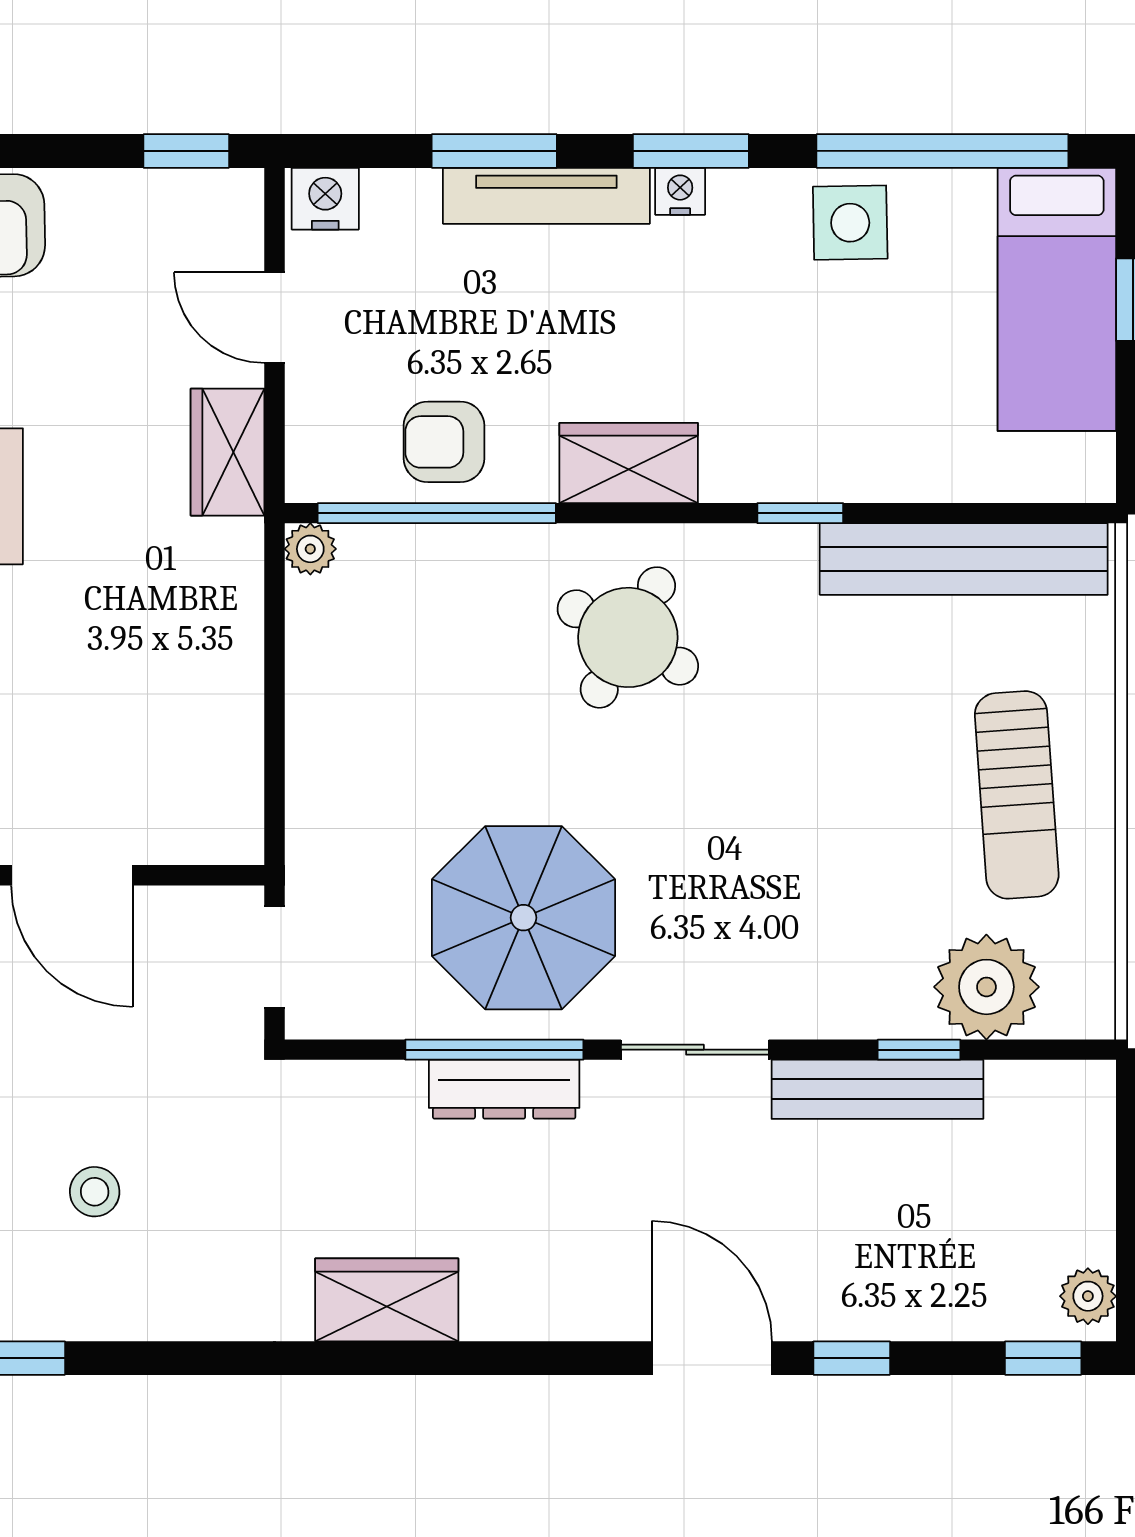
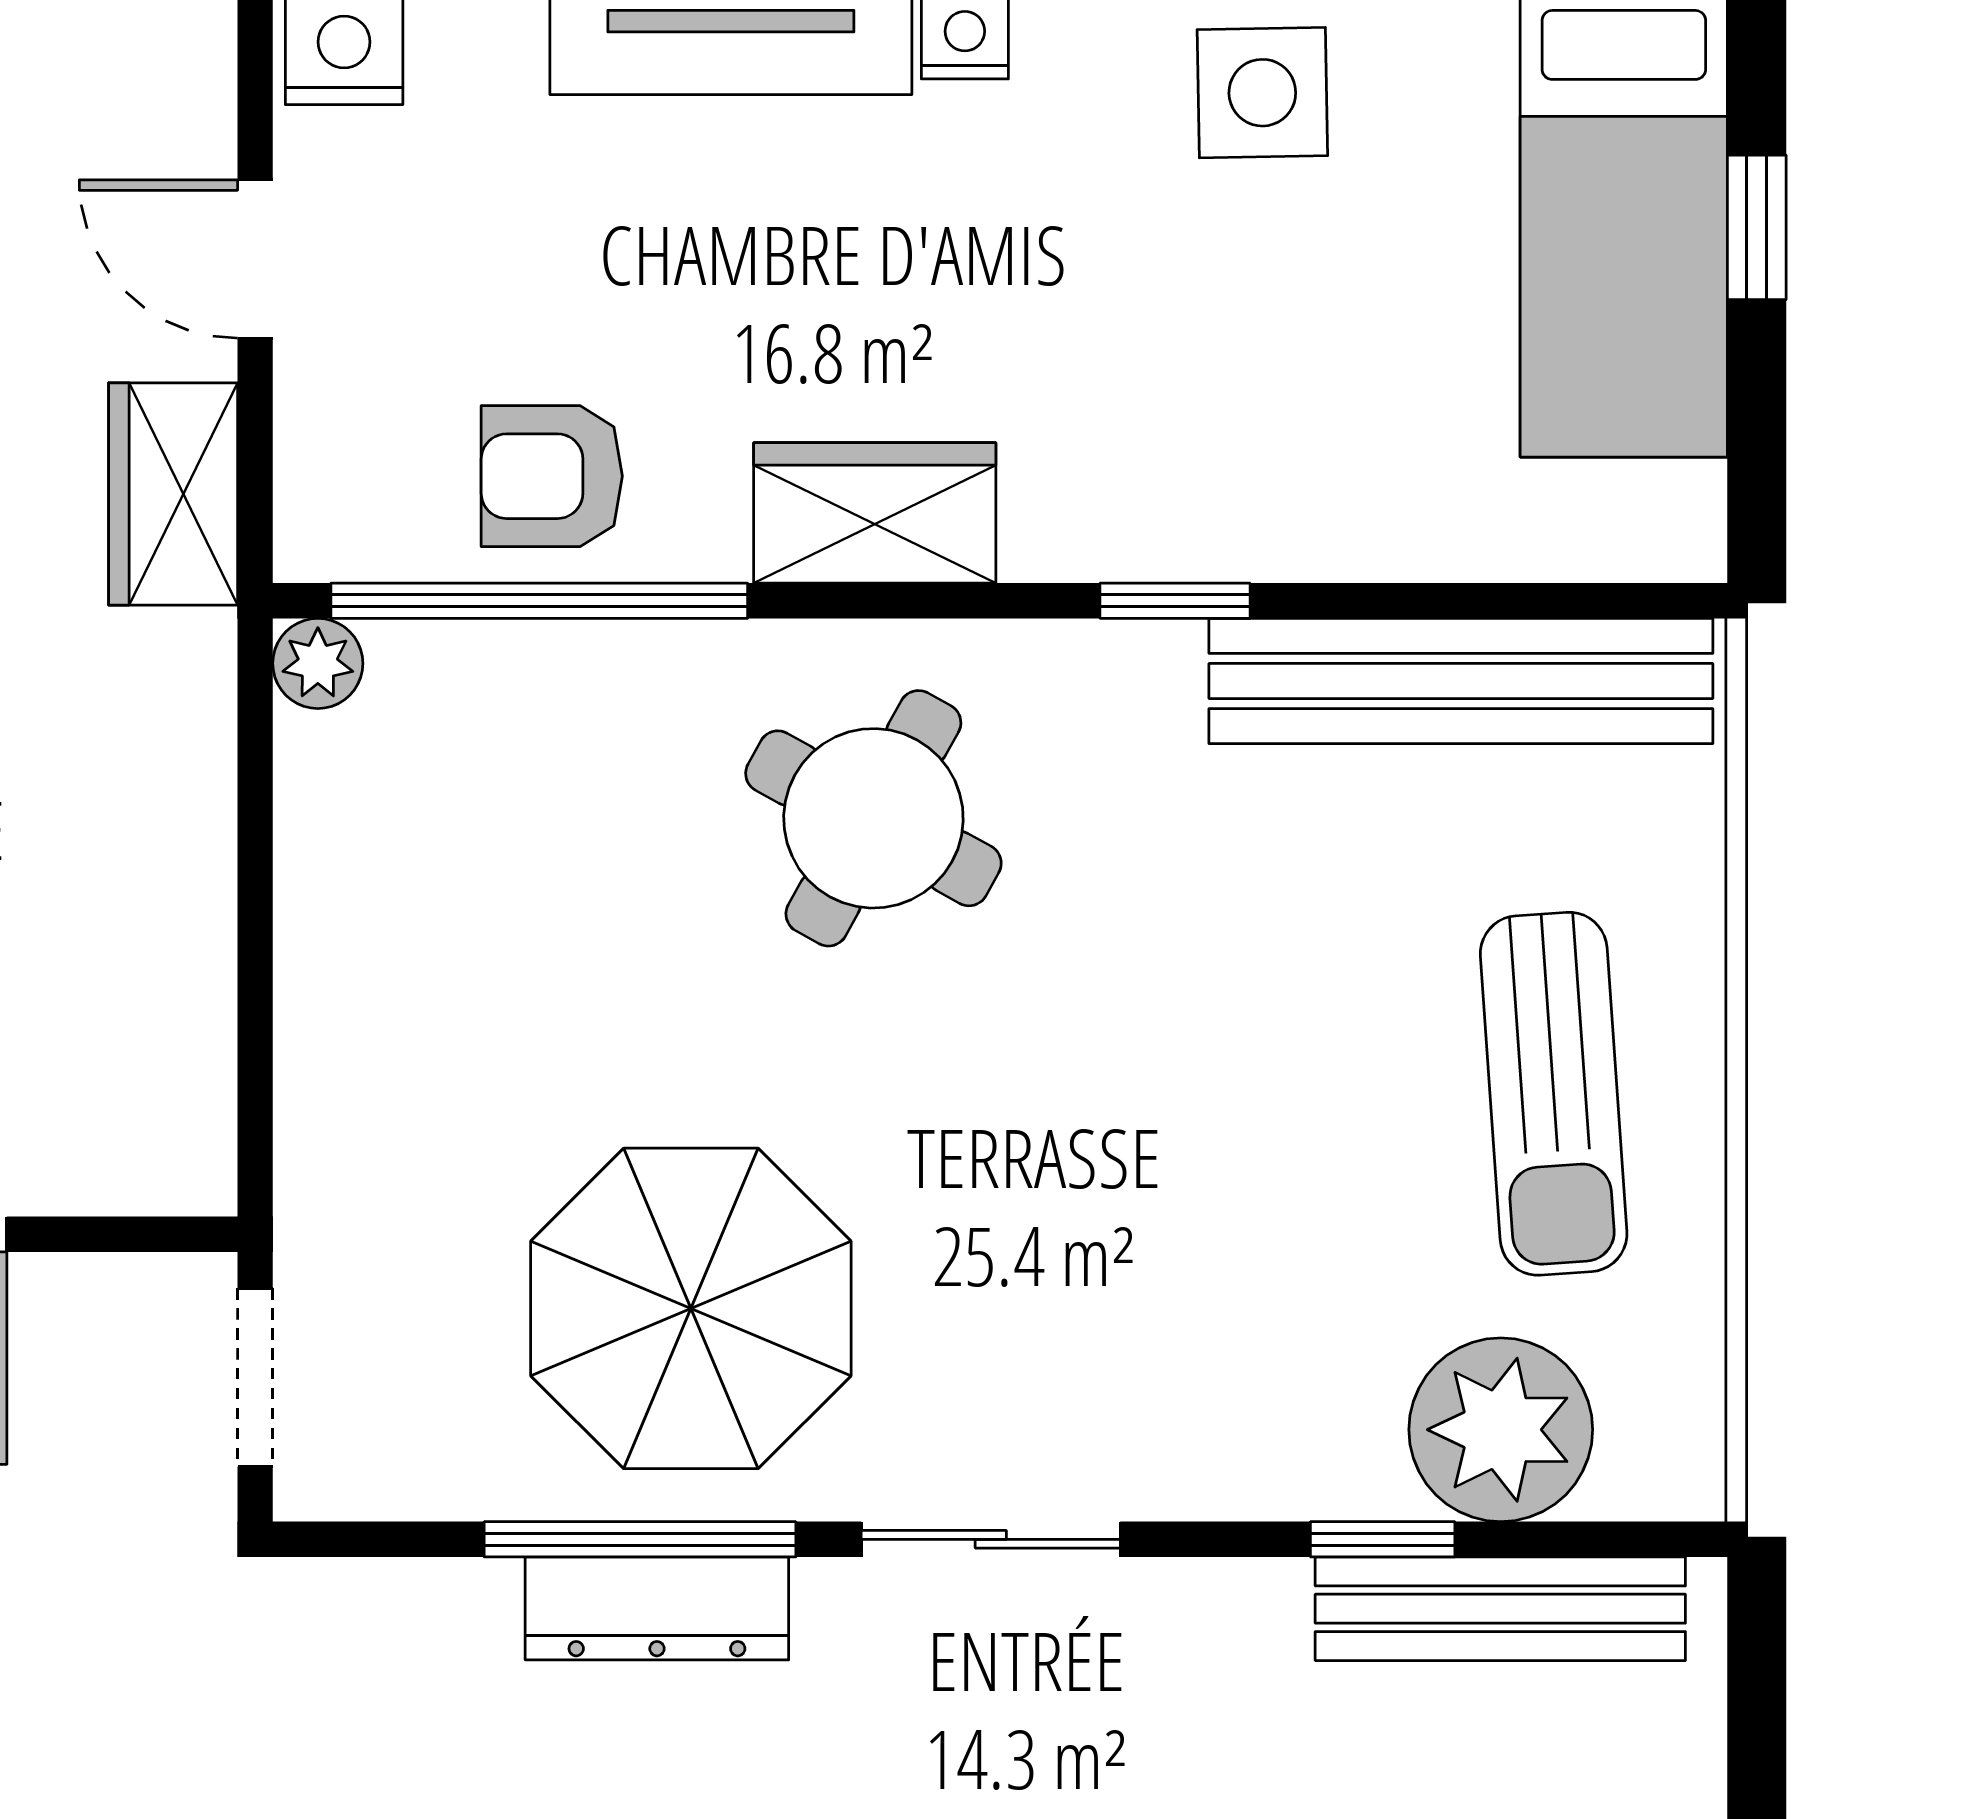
bench: (877, 1089) -> (1500, 1609), moved

